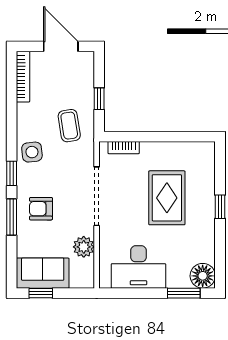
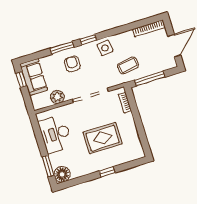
window: (99, 99) -> (150, 79), width x2.17

